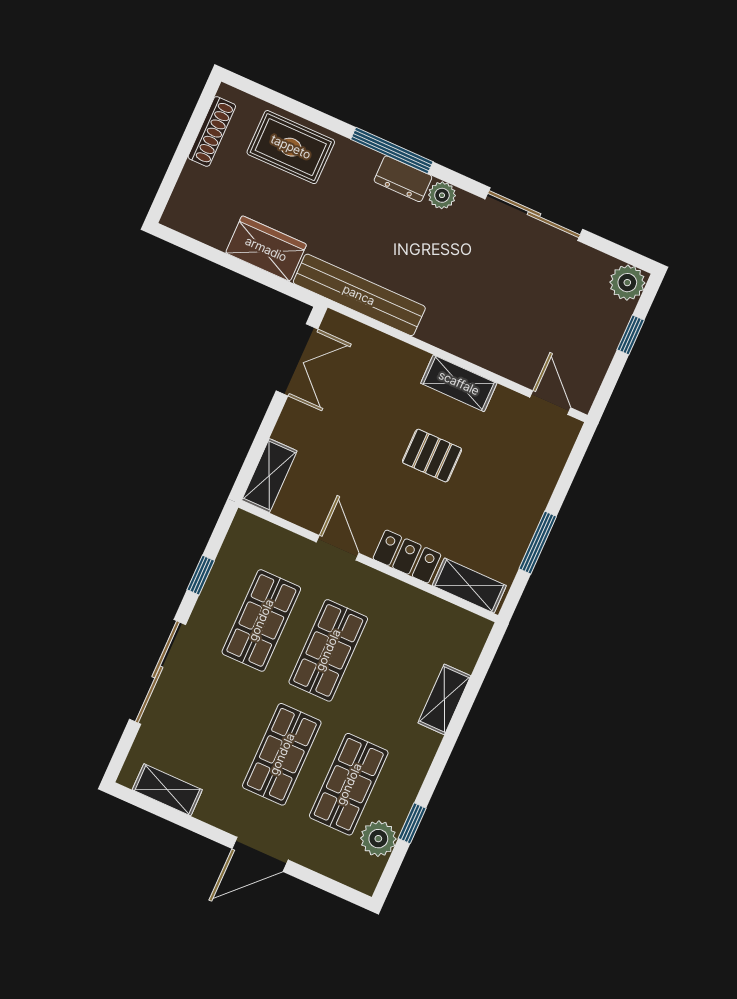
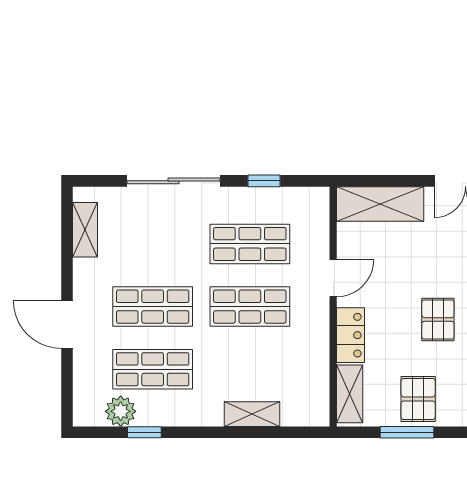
shelving: (269, 476) -> (380, 204), width x1.50, depth x1.33
pallet: (507, 515) -> (418, 399), added

